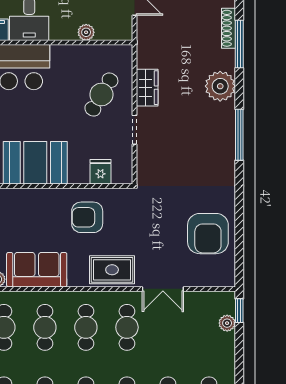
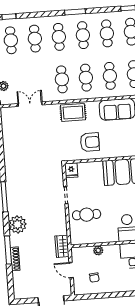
wardrobe: (147, 88) -> (62, 246), moved
cafe table: (101, 95) -> (87, 215), turned 59
fridge: (100, 172) -> (71, 170), moved
armchair: (208, 234) -> (18, 138), removed
double door: (163, 289) -> (30, 104), moved

